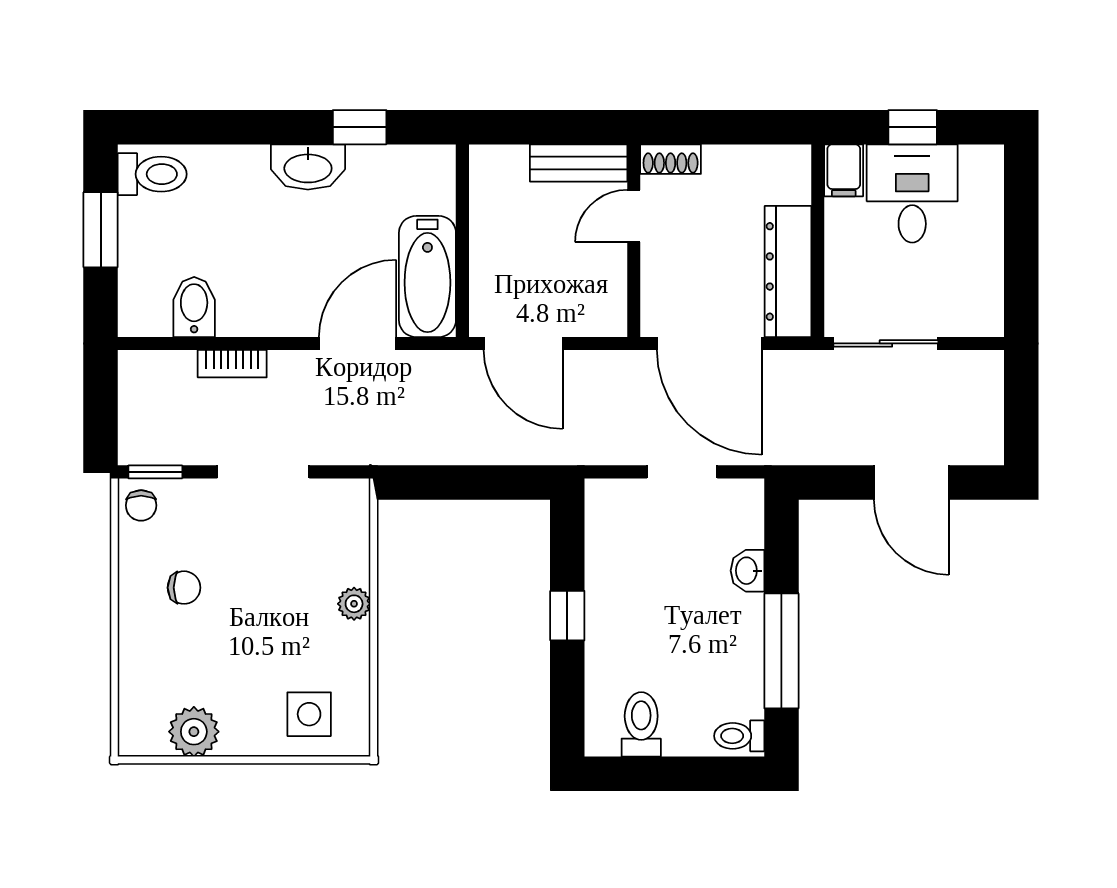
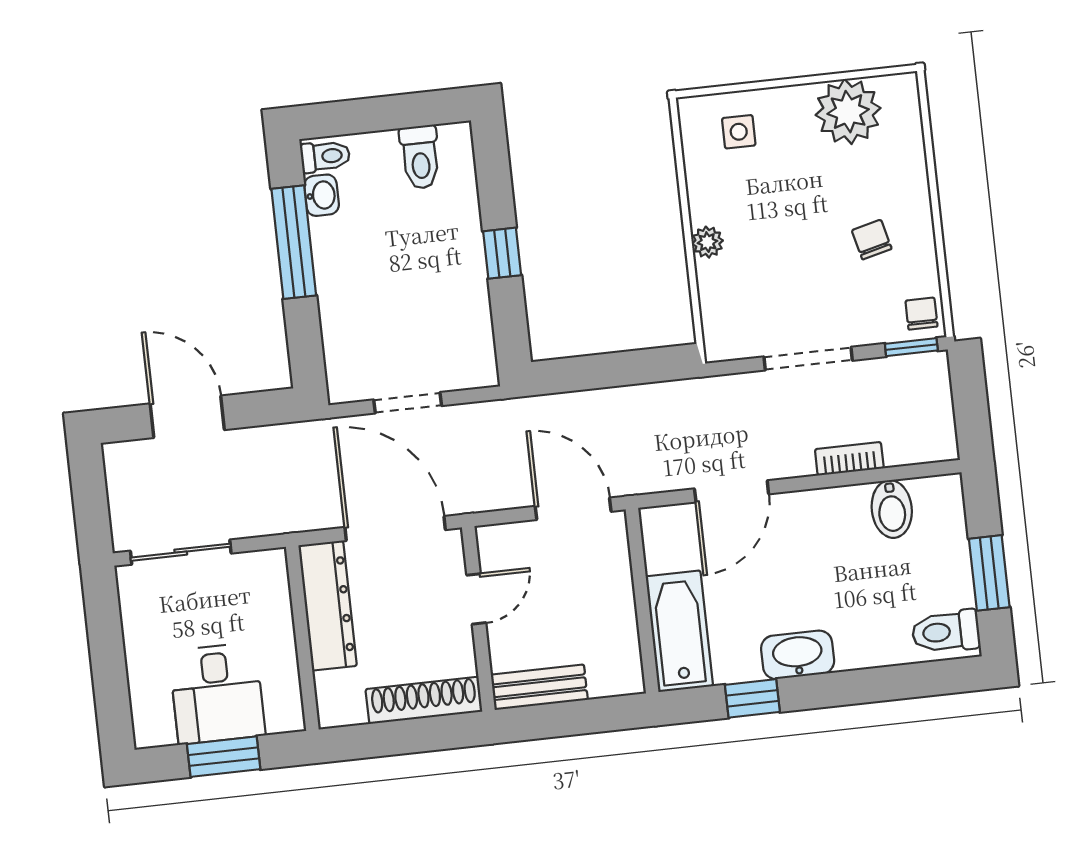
window: (913, 127) -> (224, 757), width x1.50
shoe rack: (671, 159) -> (424, 700), width x1.94, depth x1.24
filing cabinet: (844, 170) -> (285, 708), removed
door: (634, 216) -> (476, 599), moved
bathtub: (427, 276) -> (679, 631), moved
sliding door: (886, 343) -> (181, 552), moved
washbasin: (747, 571) -> (322, 195), moved
chair: (184, 588) -> (872, 240), turned 76
side table: (309, 714) -> (739, 132), width x0.73, depth x0.73
plant: (194, 732) -> (848, 112), width x1.36, depth x1.36

